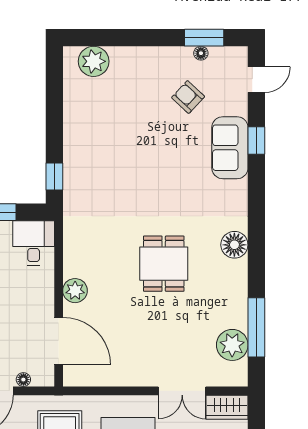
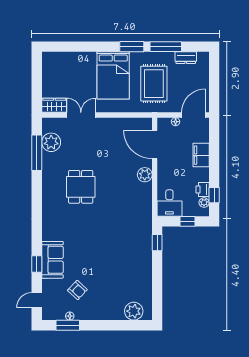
floor lamp: (234, 245) -> (50, 202), removed
dining table: (164, 264) -> (81, 187), moved

